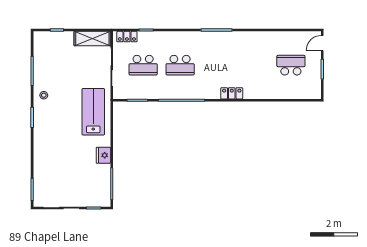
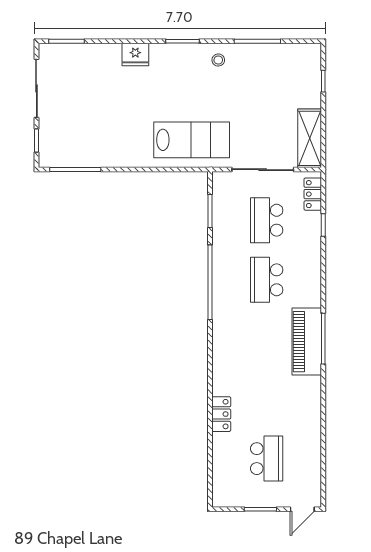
piano: (218, 40) -> (307, 342), added
door: (322, 43) -> (302, 509), swing flipped
locker: (232, 93) -> (221, 414), moved
fridge: (103, 155) -> (135, 54), moved, turned 180

